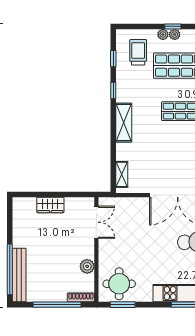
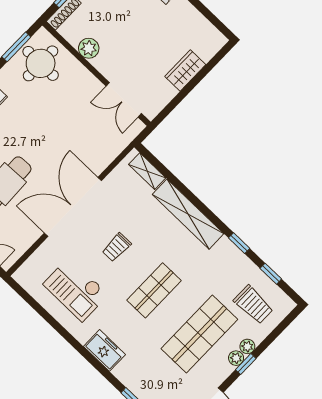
shelving: (124, 123) -> (188, 214), width x1.47
trolley: (177, 152) -> (117, 247), added

